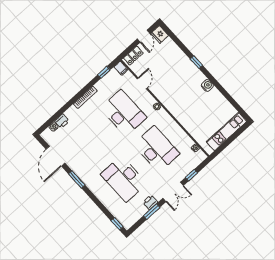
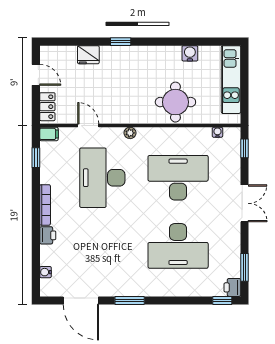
fridge: (160, 34) -> (88, 55), moved
water cooler: (207, 85) -> (190, 53), moved
desk: (123, 113) -> (102, 178), turned -90
round table: (191, 115) -> (175, 102), added
printer: (62, 121) -> (48, 235), moved
window: (191, 175) -> (245, 148), moved
printer: (150, 202) -> (232, 287), moved
window: (152, 212) -> (245, 267), moved

